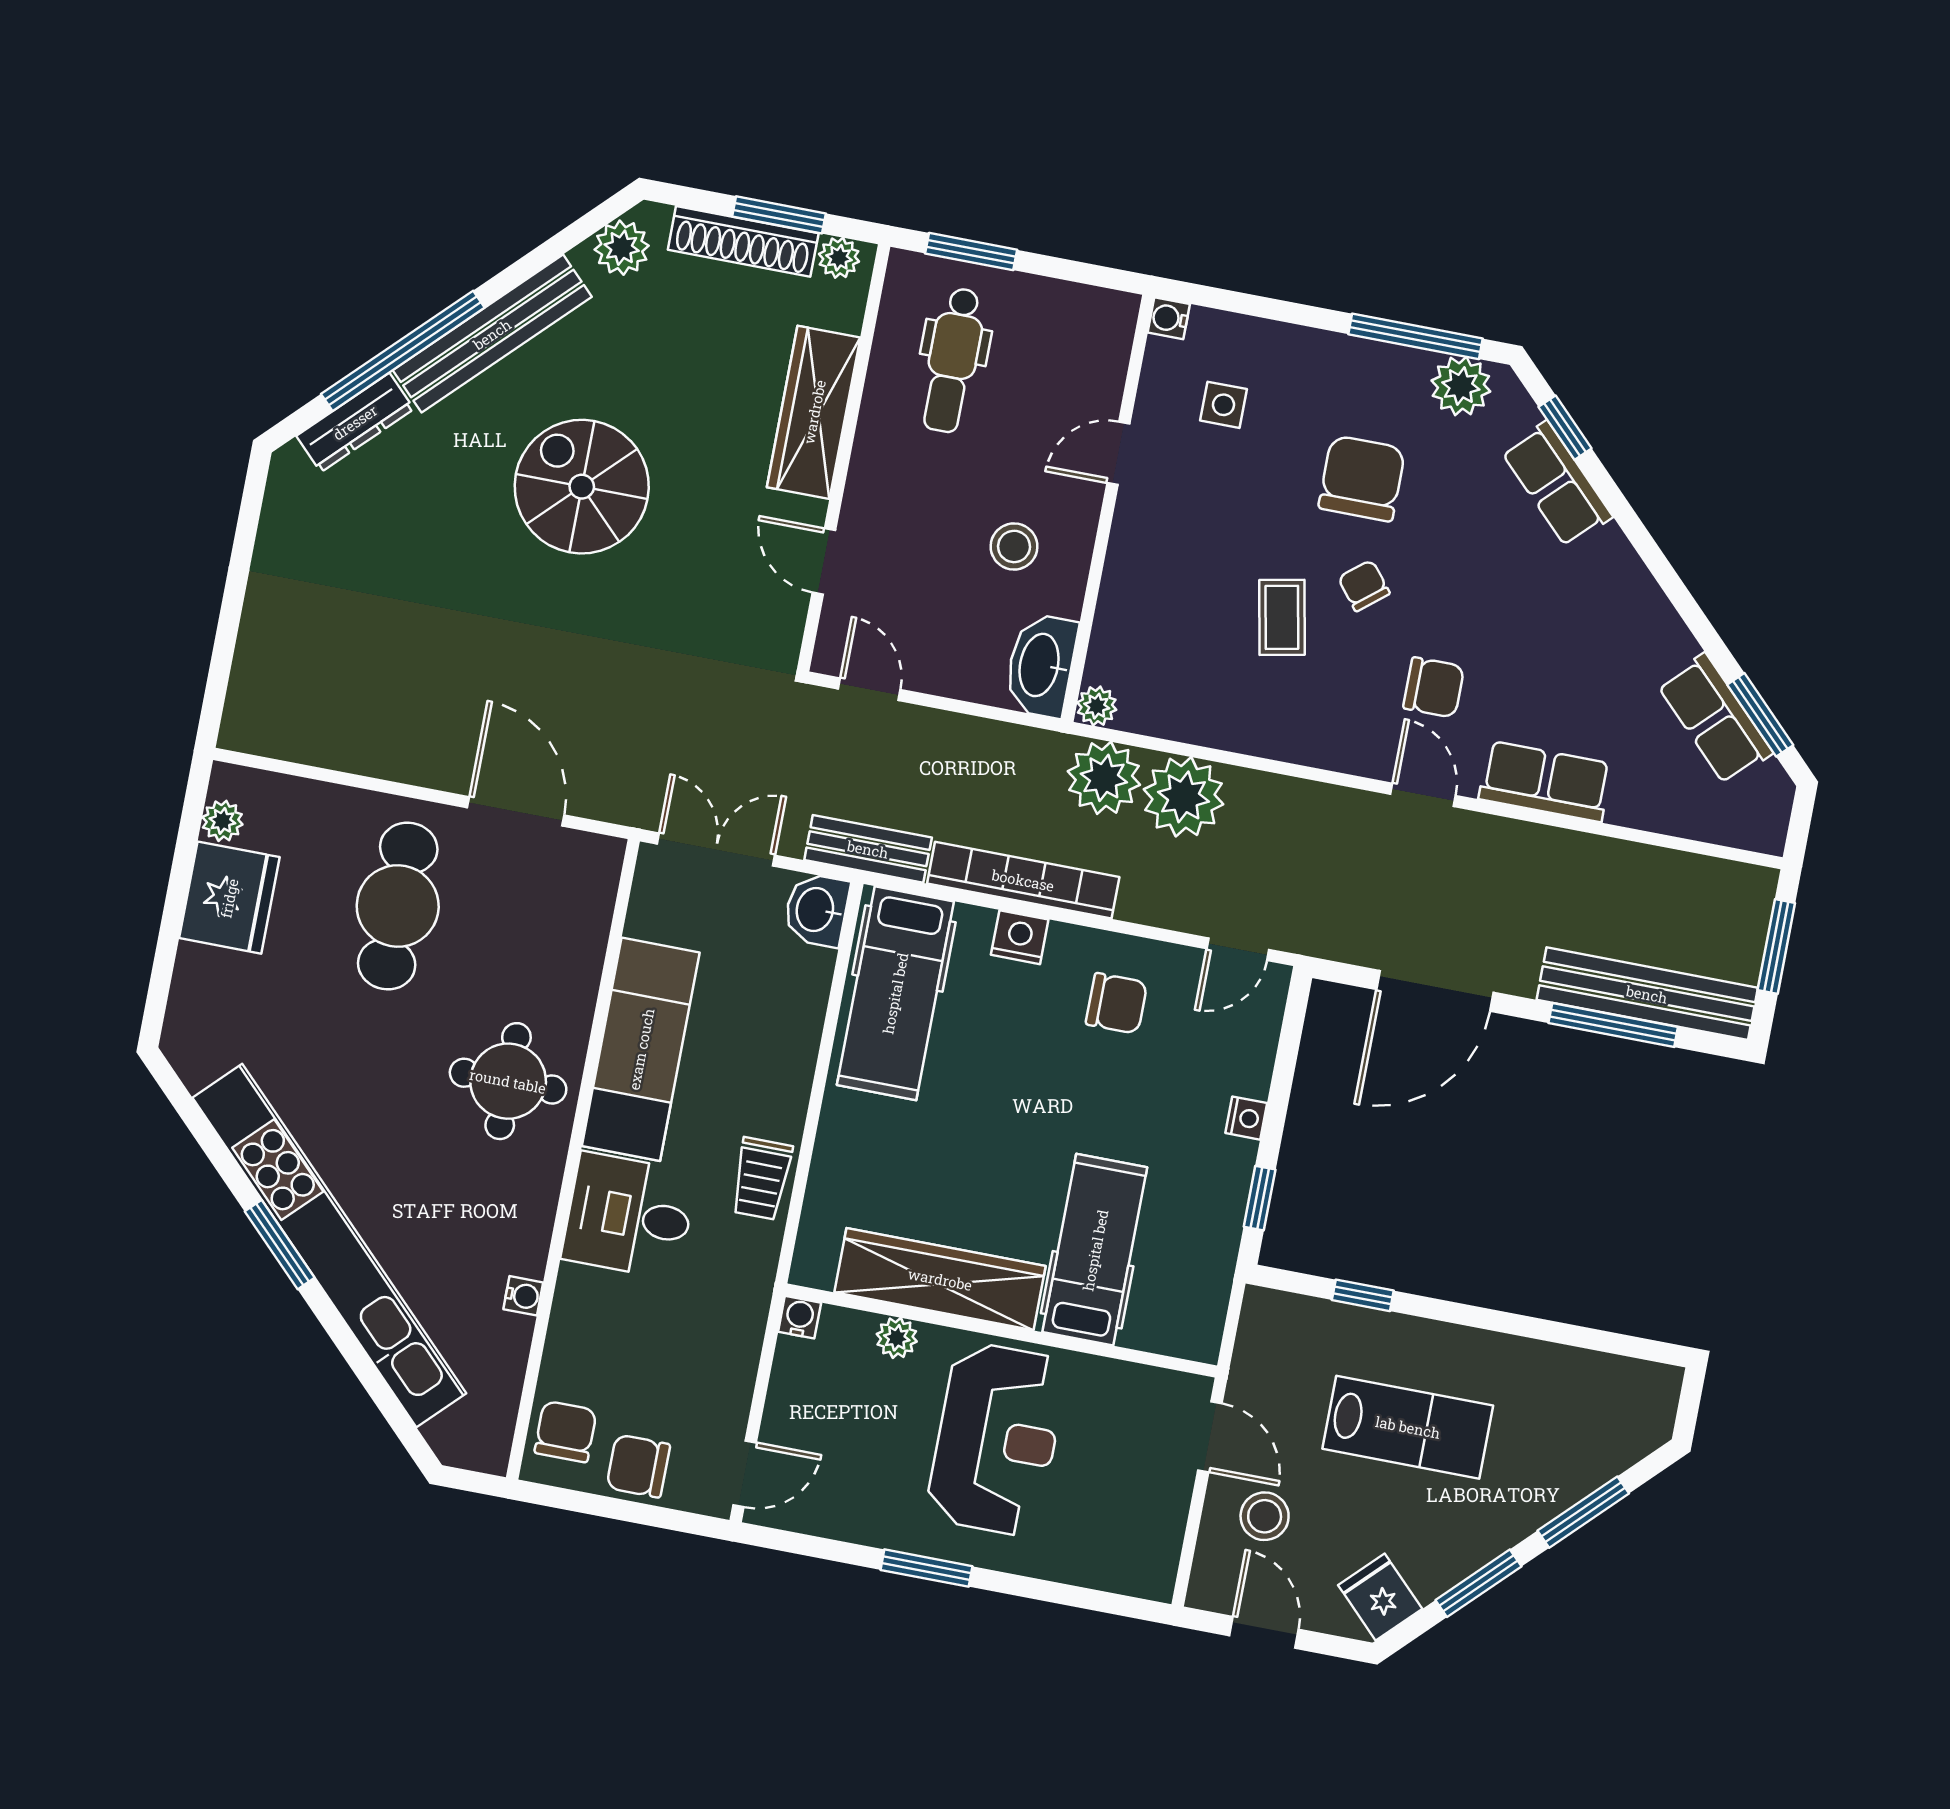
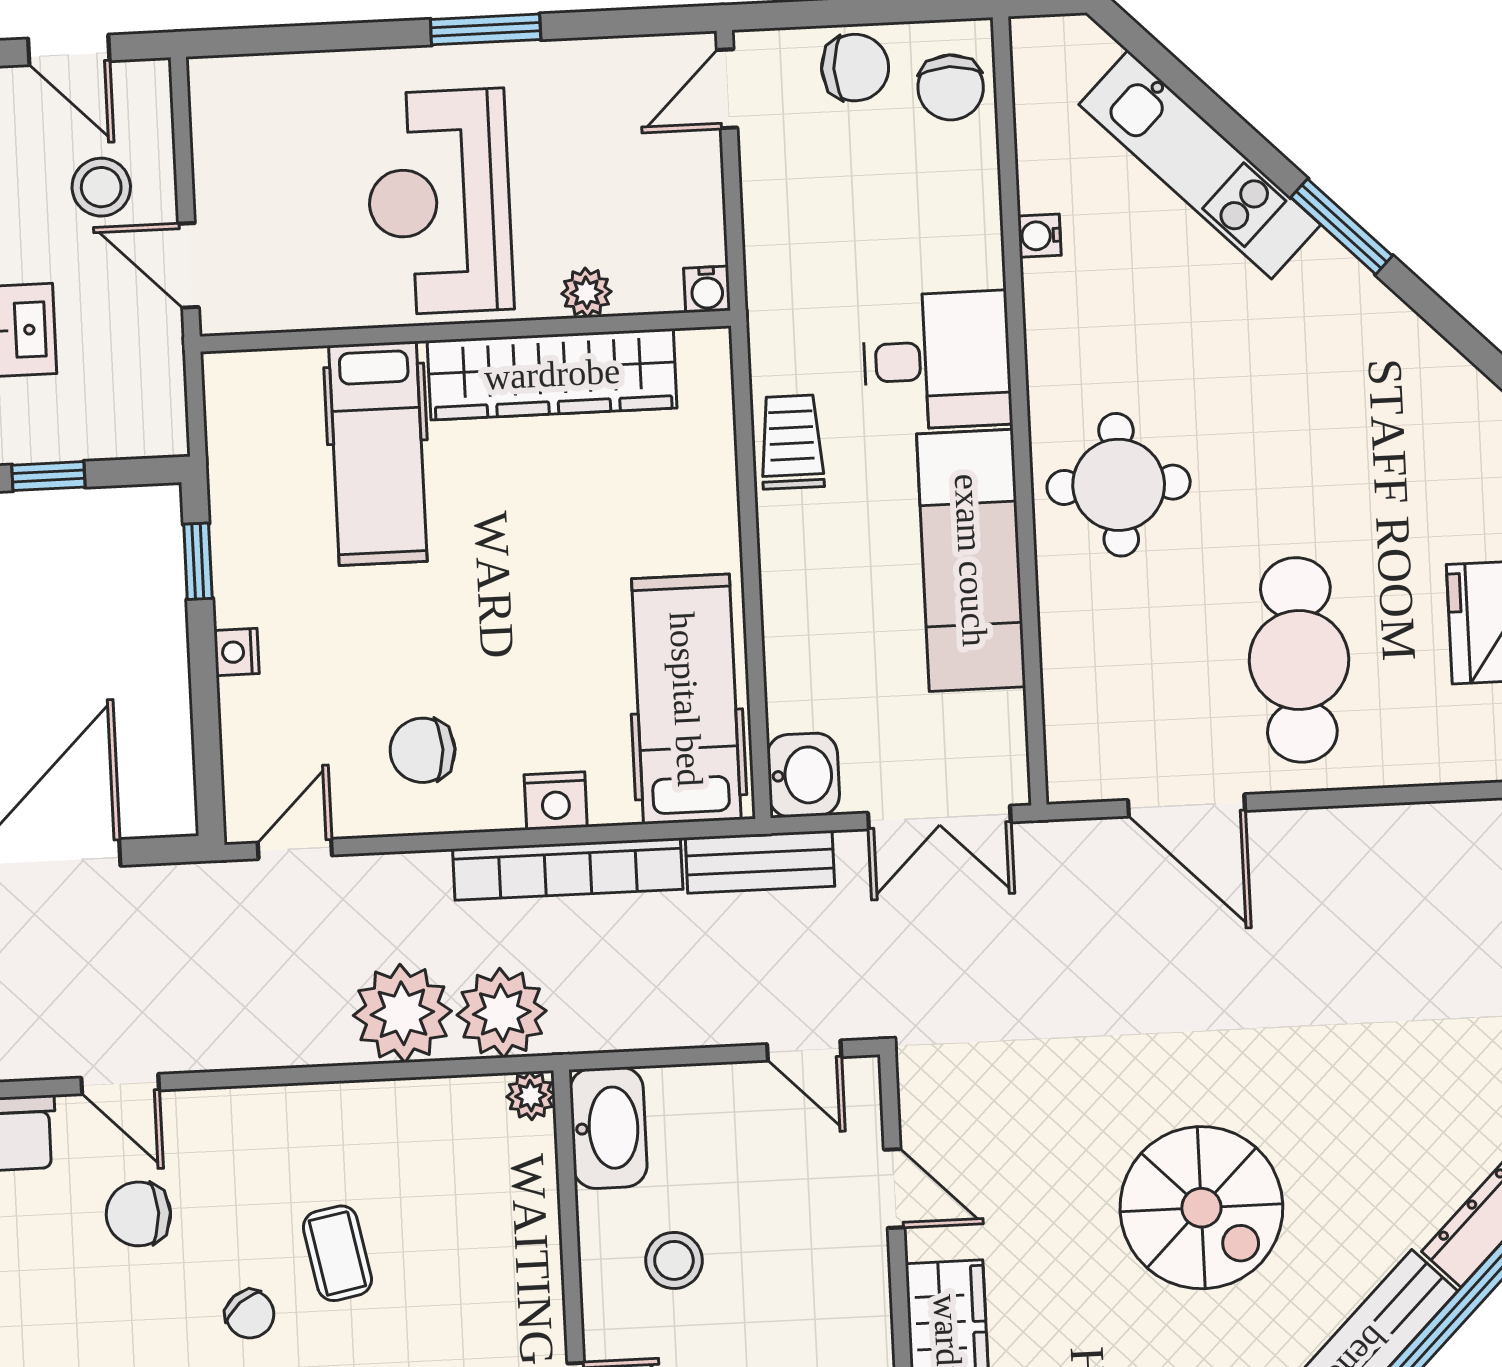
kitchen unit: (329, 1245) -> (1200, 165), width x0.54

